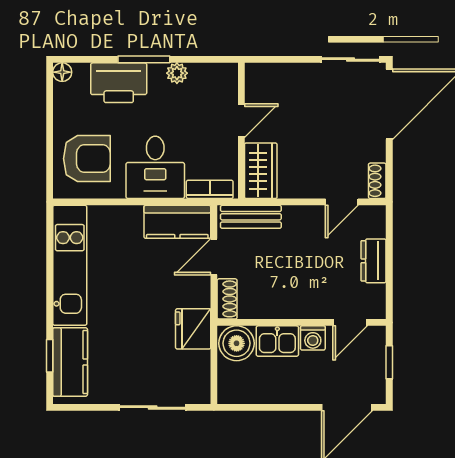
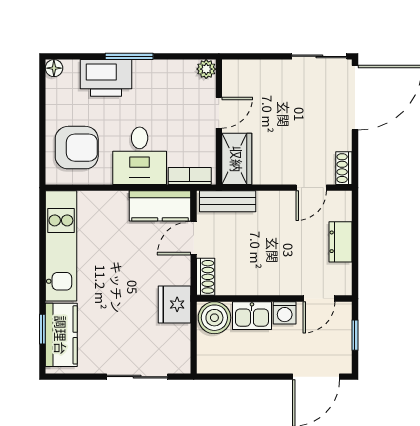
plant: (177, 73) -> (206, 69), moved

